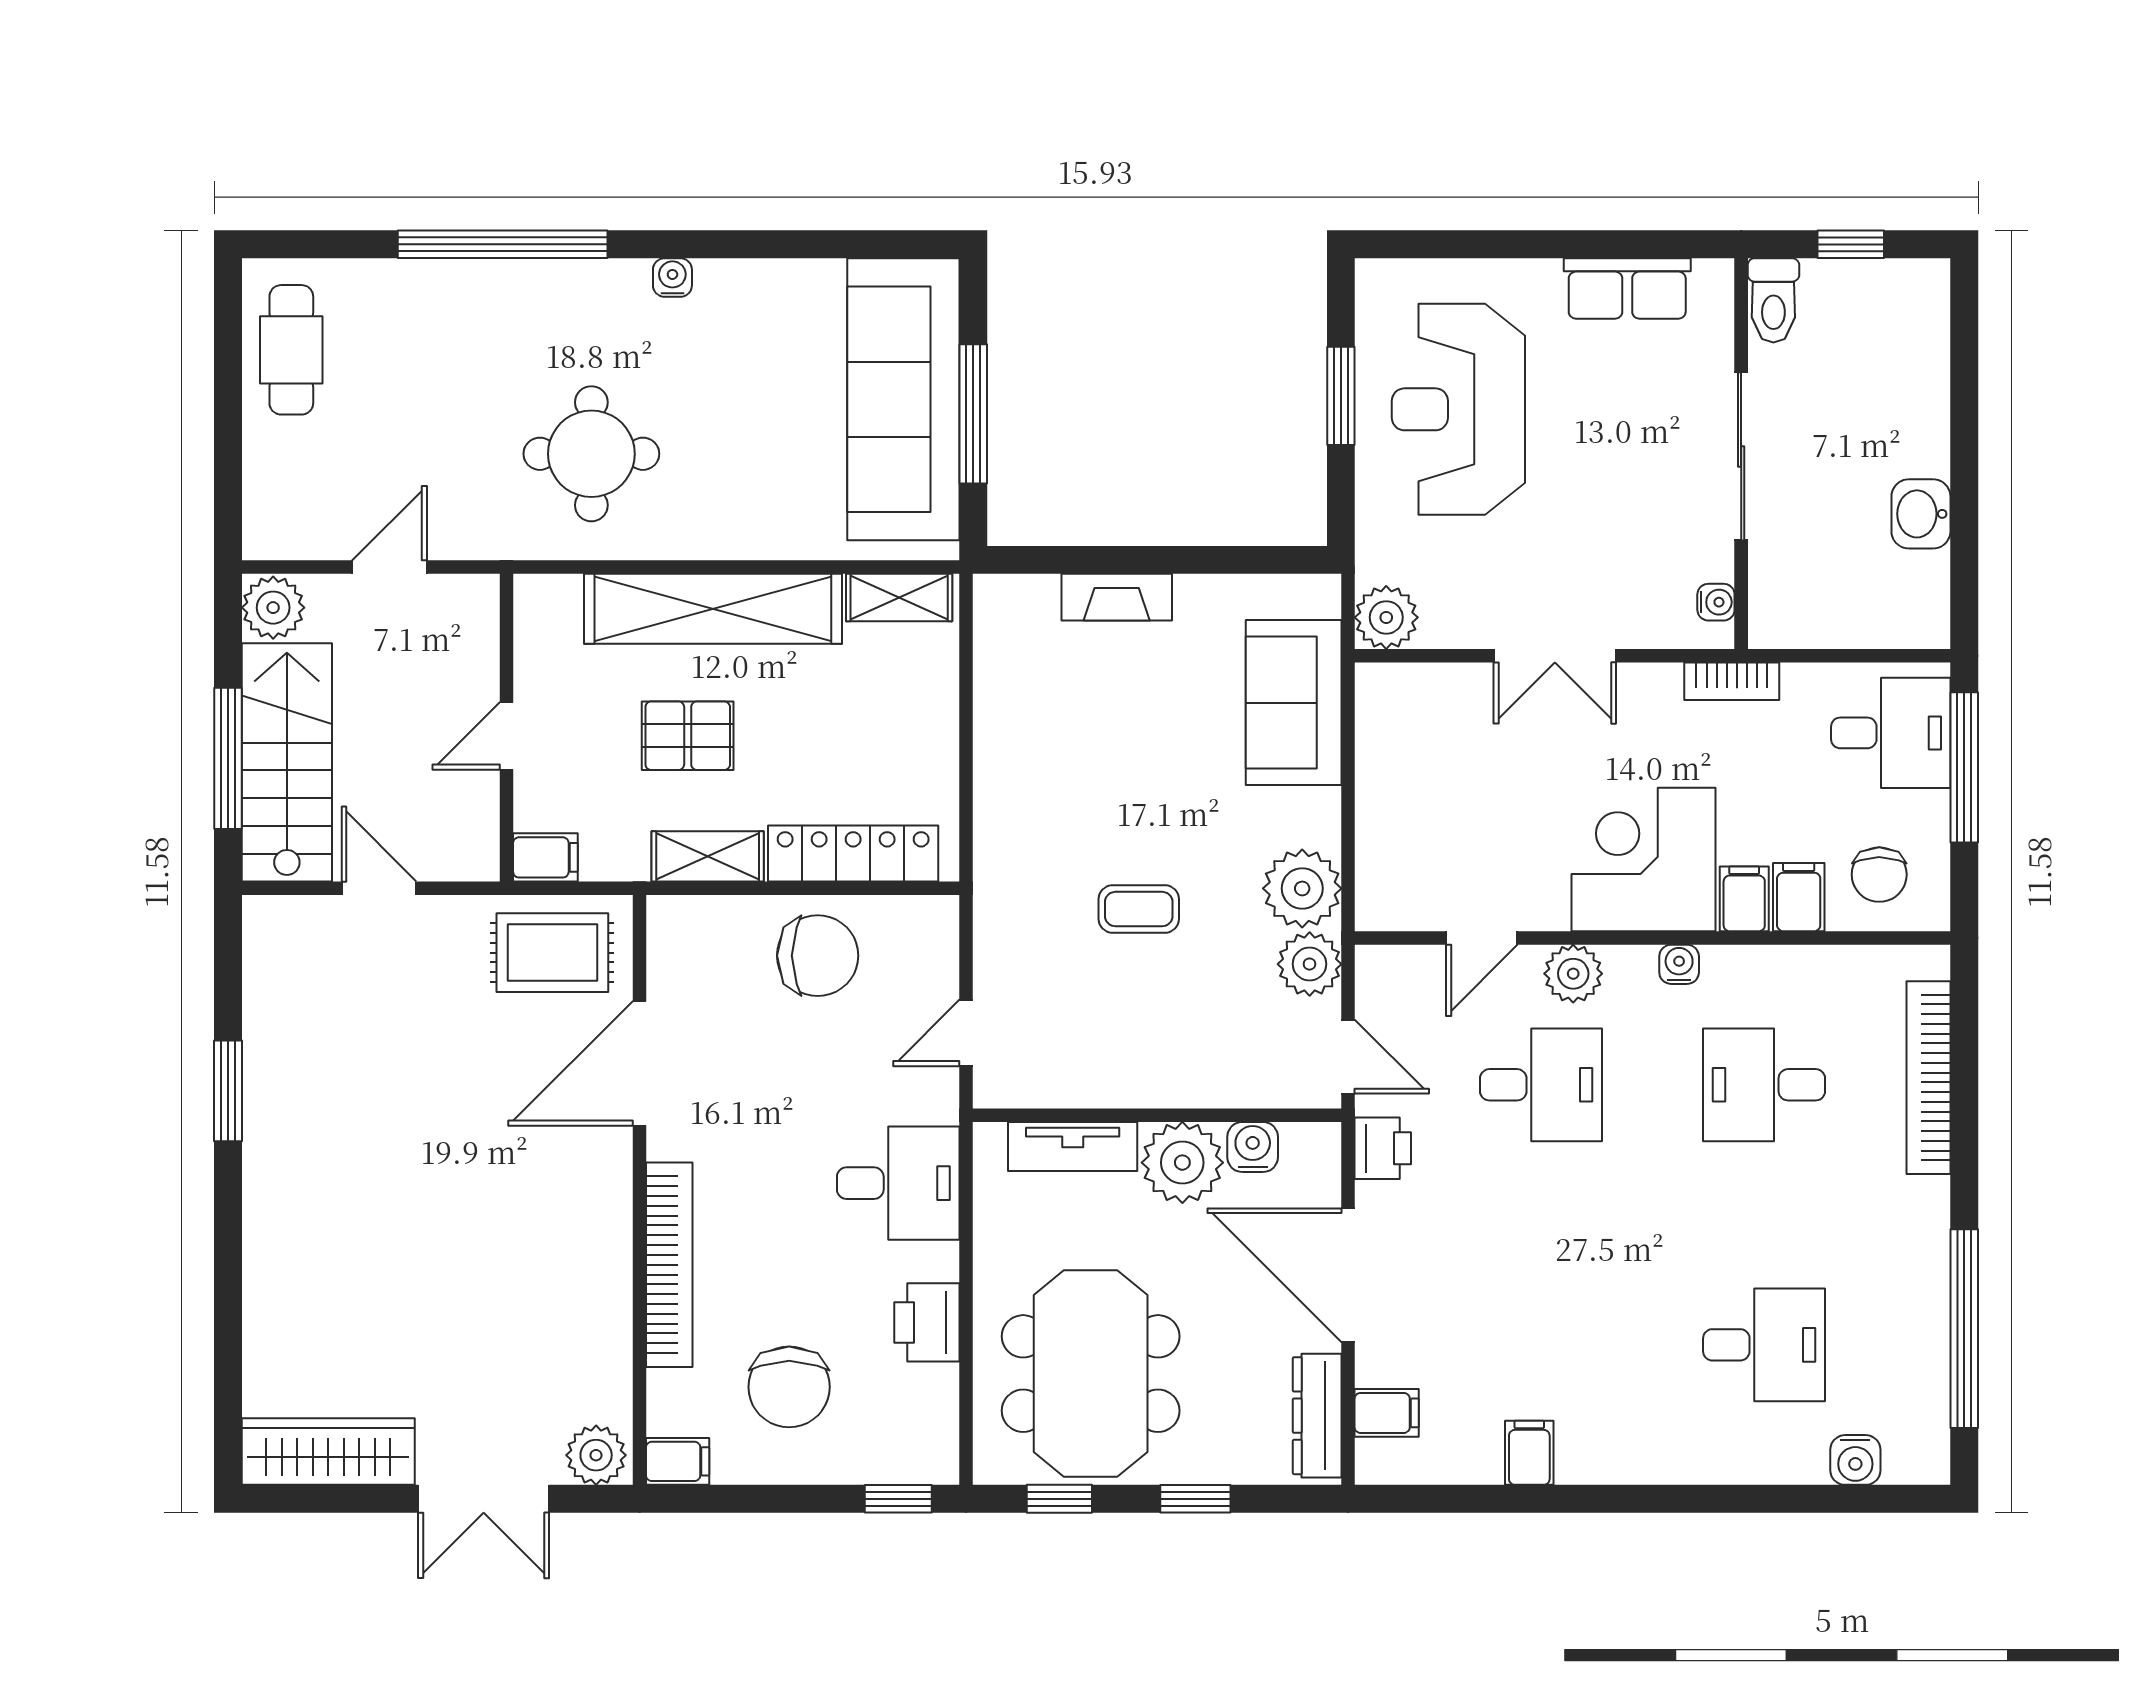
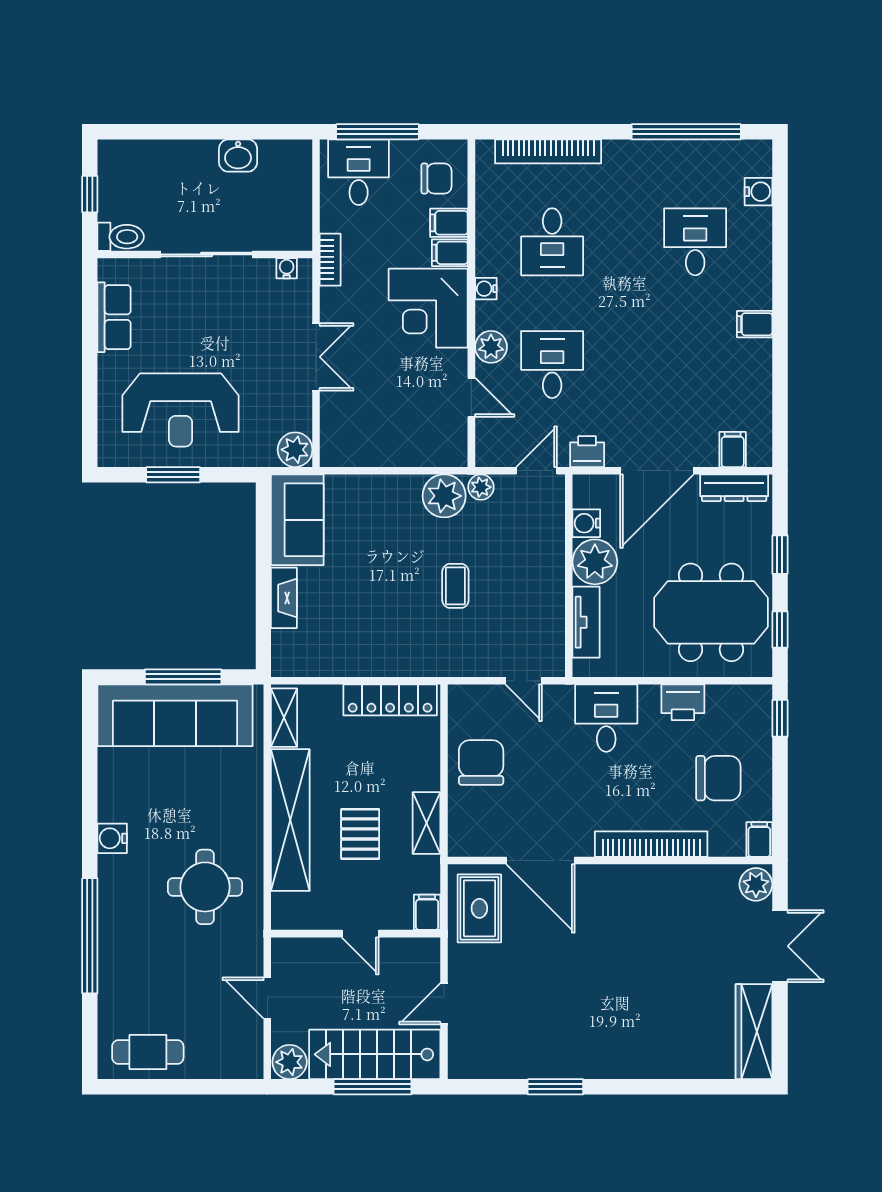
water cooler: (672, 278) -> (112, 838), width x1.38, depth x1.38
sofa: (1294, 703) -> (297, 520), moved, turned -90
locker: (853, 853) -> (390, 700), moved, turned -90
plant: (1310, 964) -> (481, 487), width x0.73, depth x0.73
filing cabinet: (1529, 1453) -> (755, 324), moved

